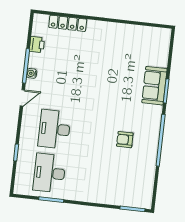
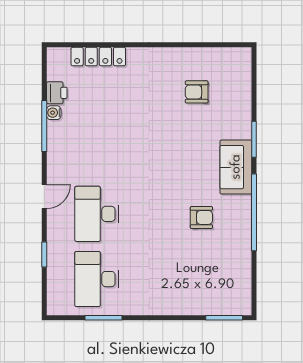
armchair: (131, 55) -> (197, 92), added
water cooler: (32, 73) -> (54, 113), moved
sofa: (154, 86) -> (236, 167), moved
door: (22, 98) -> (44, 197), moved
armchair: (125, 140) -> (201, 217), turned 180

